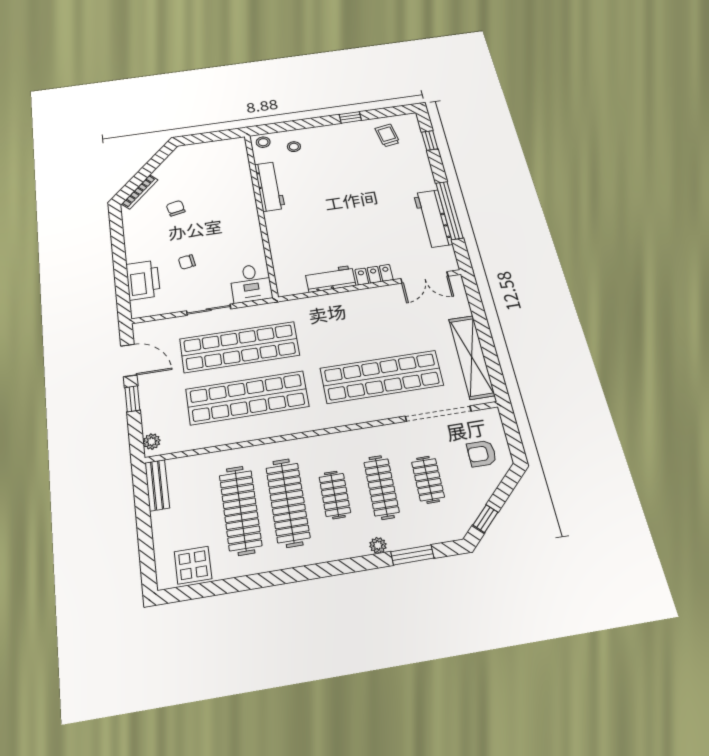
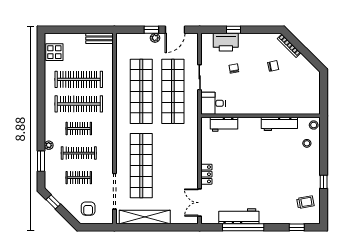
window: (121, 272) -> (234, 30), added
workbench: (330, 279) -> (224, 124), moved, turned 90
plant: (152, 442) -> (155, 38), moved
armchair: (482, 454) -> (88, 209), turned 180

